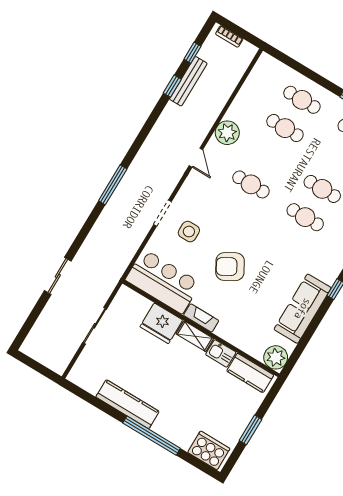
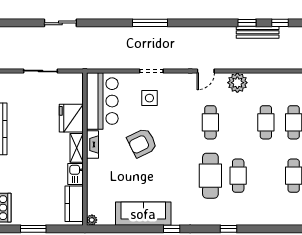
cafe table: (305, 217) -> (210, 176), width x1.37, depth x1.35
armchair: (230, 267) -> (142, 143), turned -86
plant: (276, 357) -> (92, 220), width x0.53, depth x0.53

